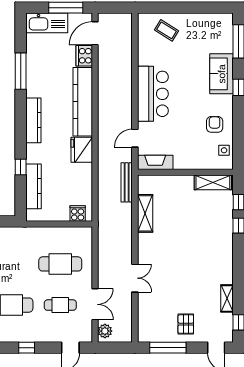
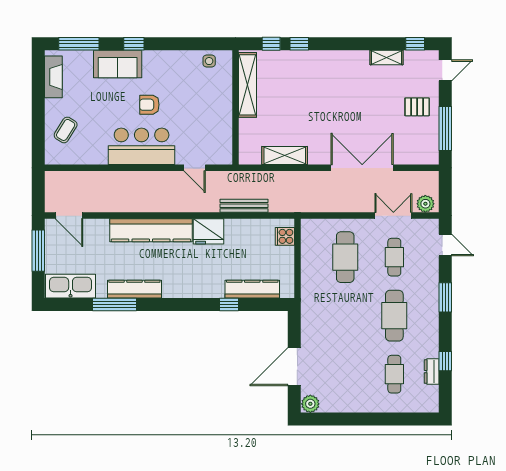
kitchen sink: (47, 23) -> (71, 286), moved, turned -90
cooker: (84, 56) -> (96, 228), removed
kitchen counter: (33, 120) -> (134, 289), moved
armchair: (215, 124) -> (149, 105), moved
fireplace: (155, 162) -> (53, 77), moved, turned 180
bench: (127, 182) -> (244, 206), moved
shelving: (213, 182) -> (248, 85), width x1.47
double door: (135, 278) -> (362, 168), width x1.87
window: (27, 348) -> (445, 297), width x1.50

